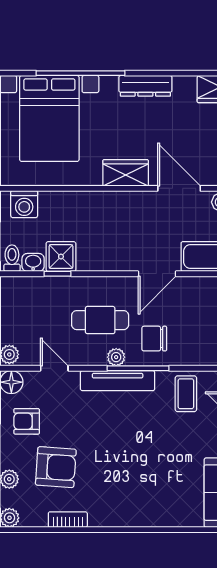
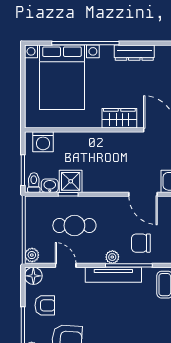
door: (157, 274) -> (143, 194), hinge flipped
cafe table: (100, 320) -> (74, 226), moved
armchair: (27, 421) -> (45, 305), turned 180

